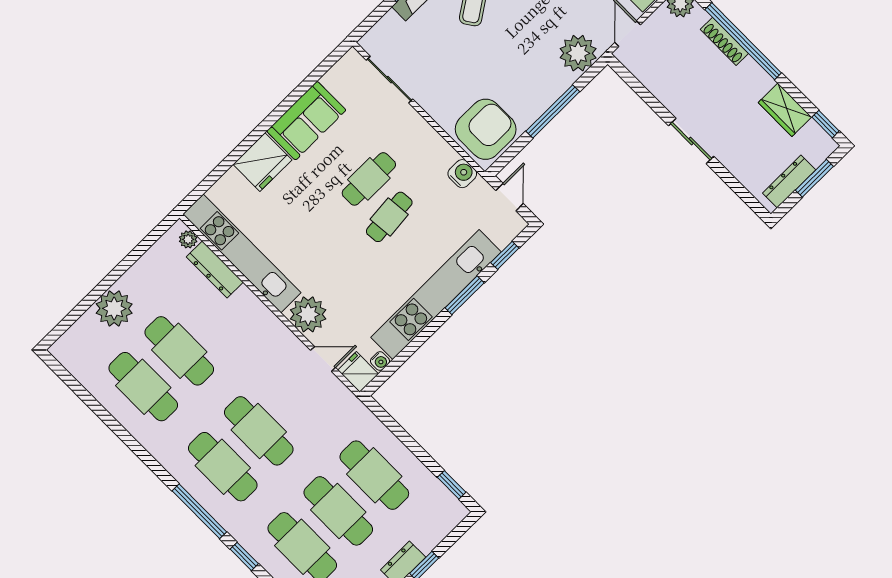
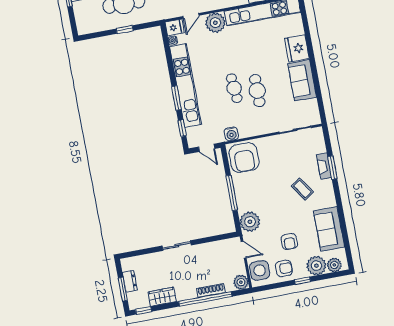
dresser: (789, 182) -> (130, 281), width x0.70
window: (452, 485) -> (125, 30), moved

